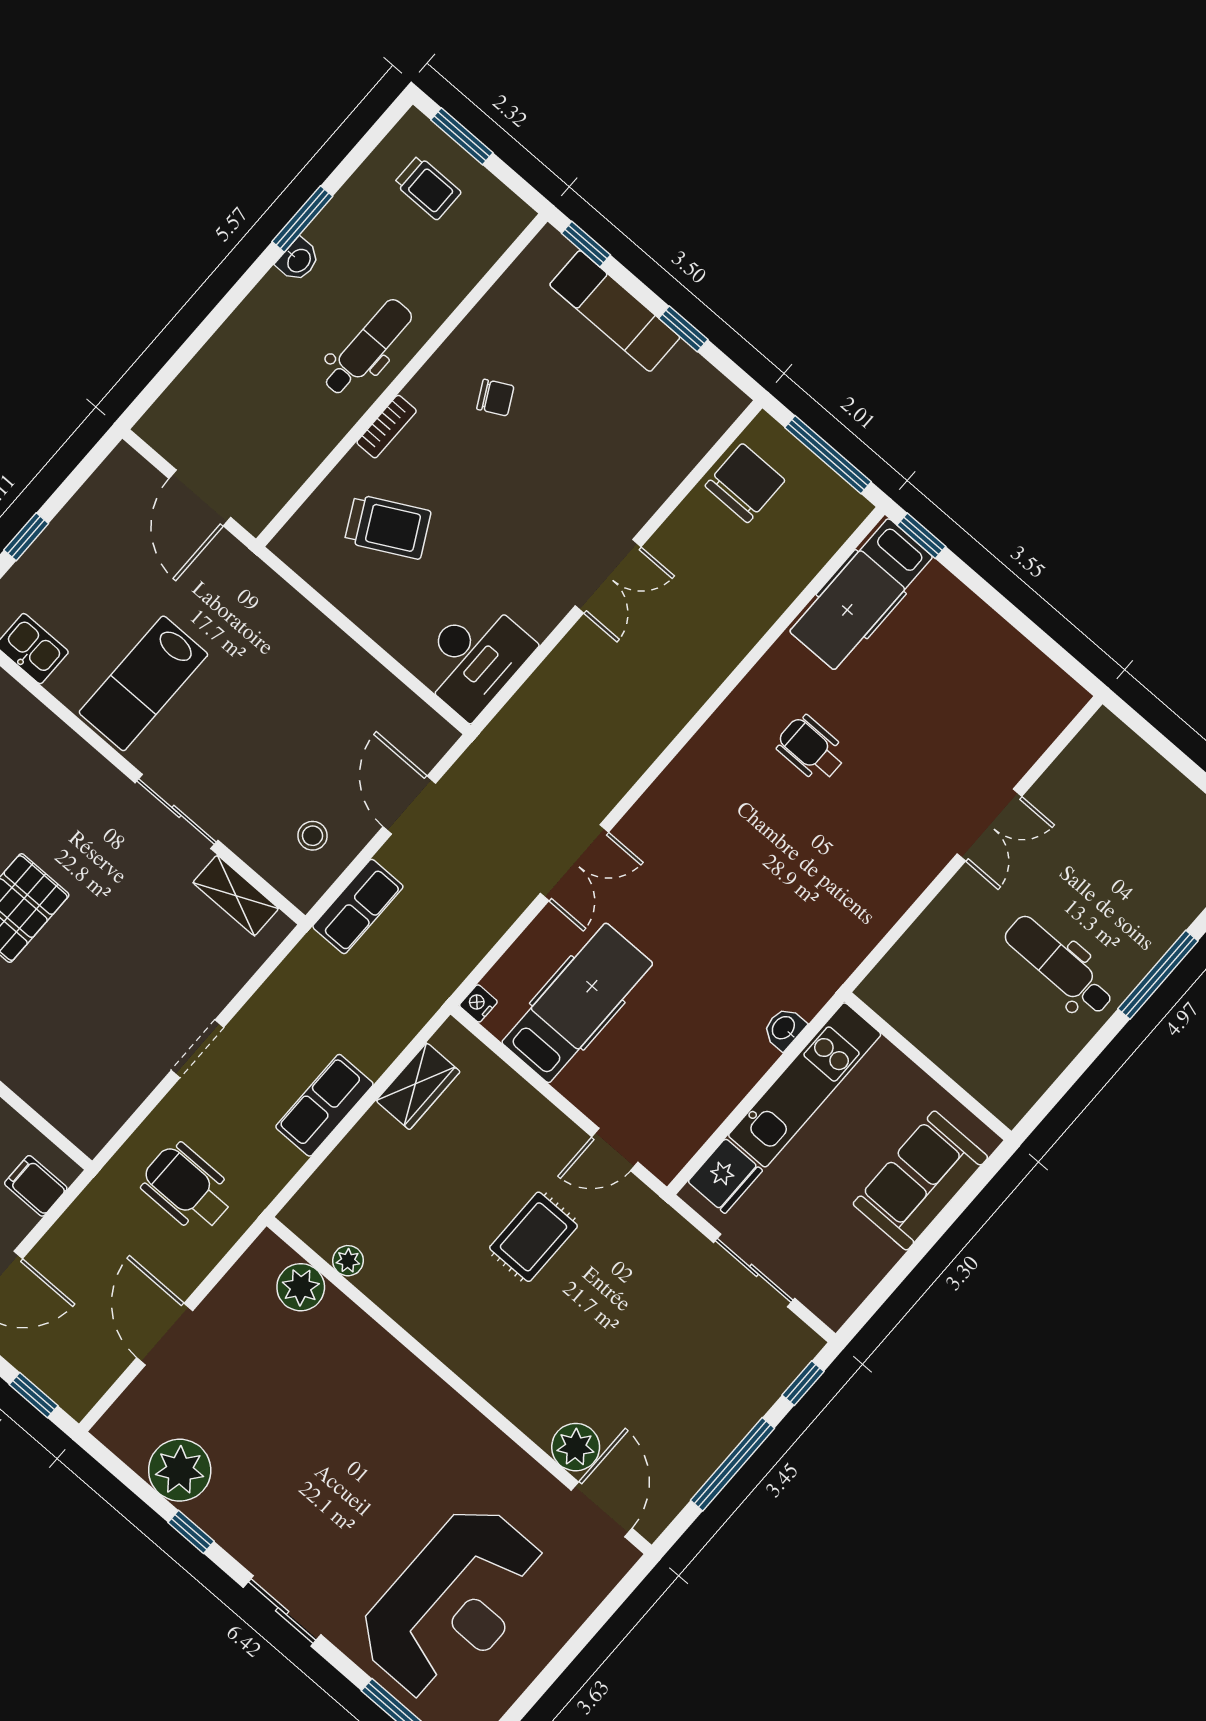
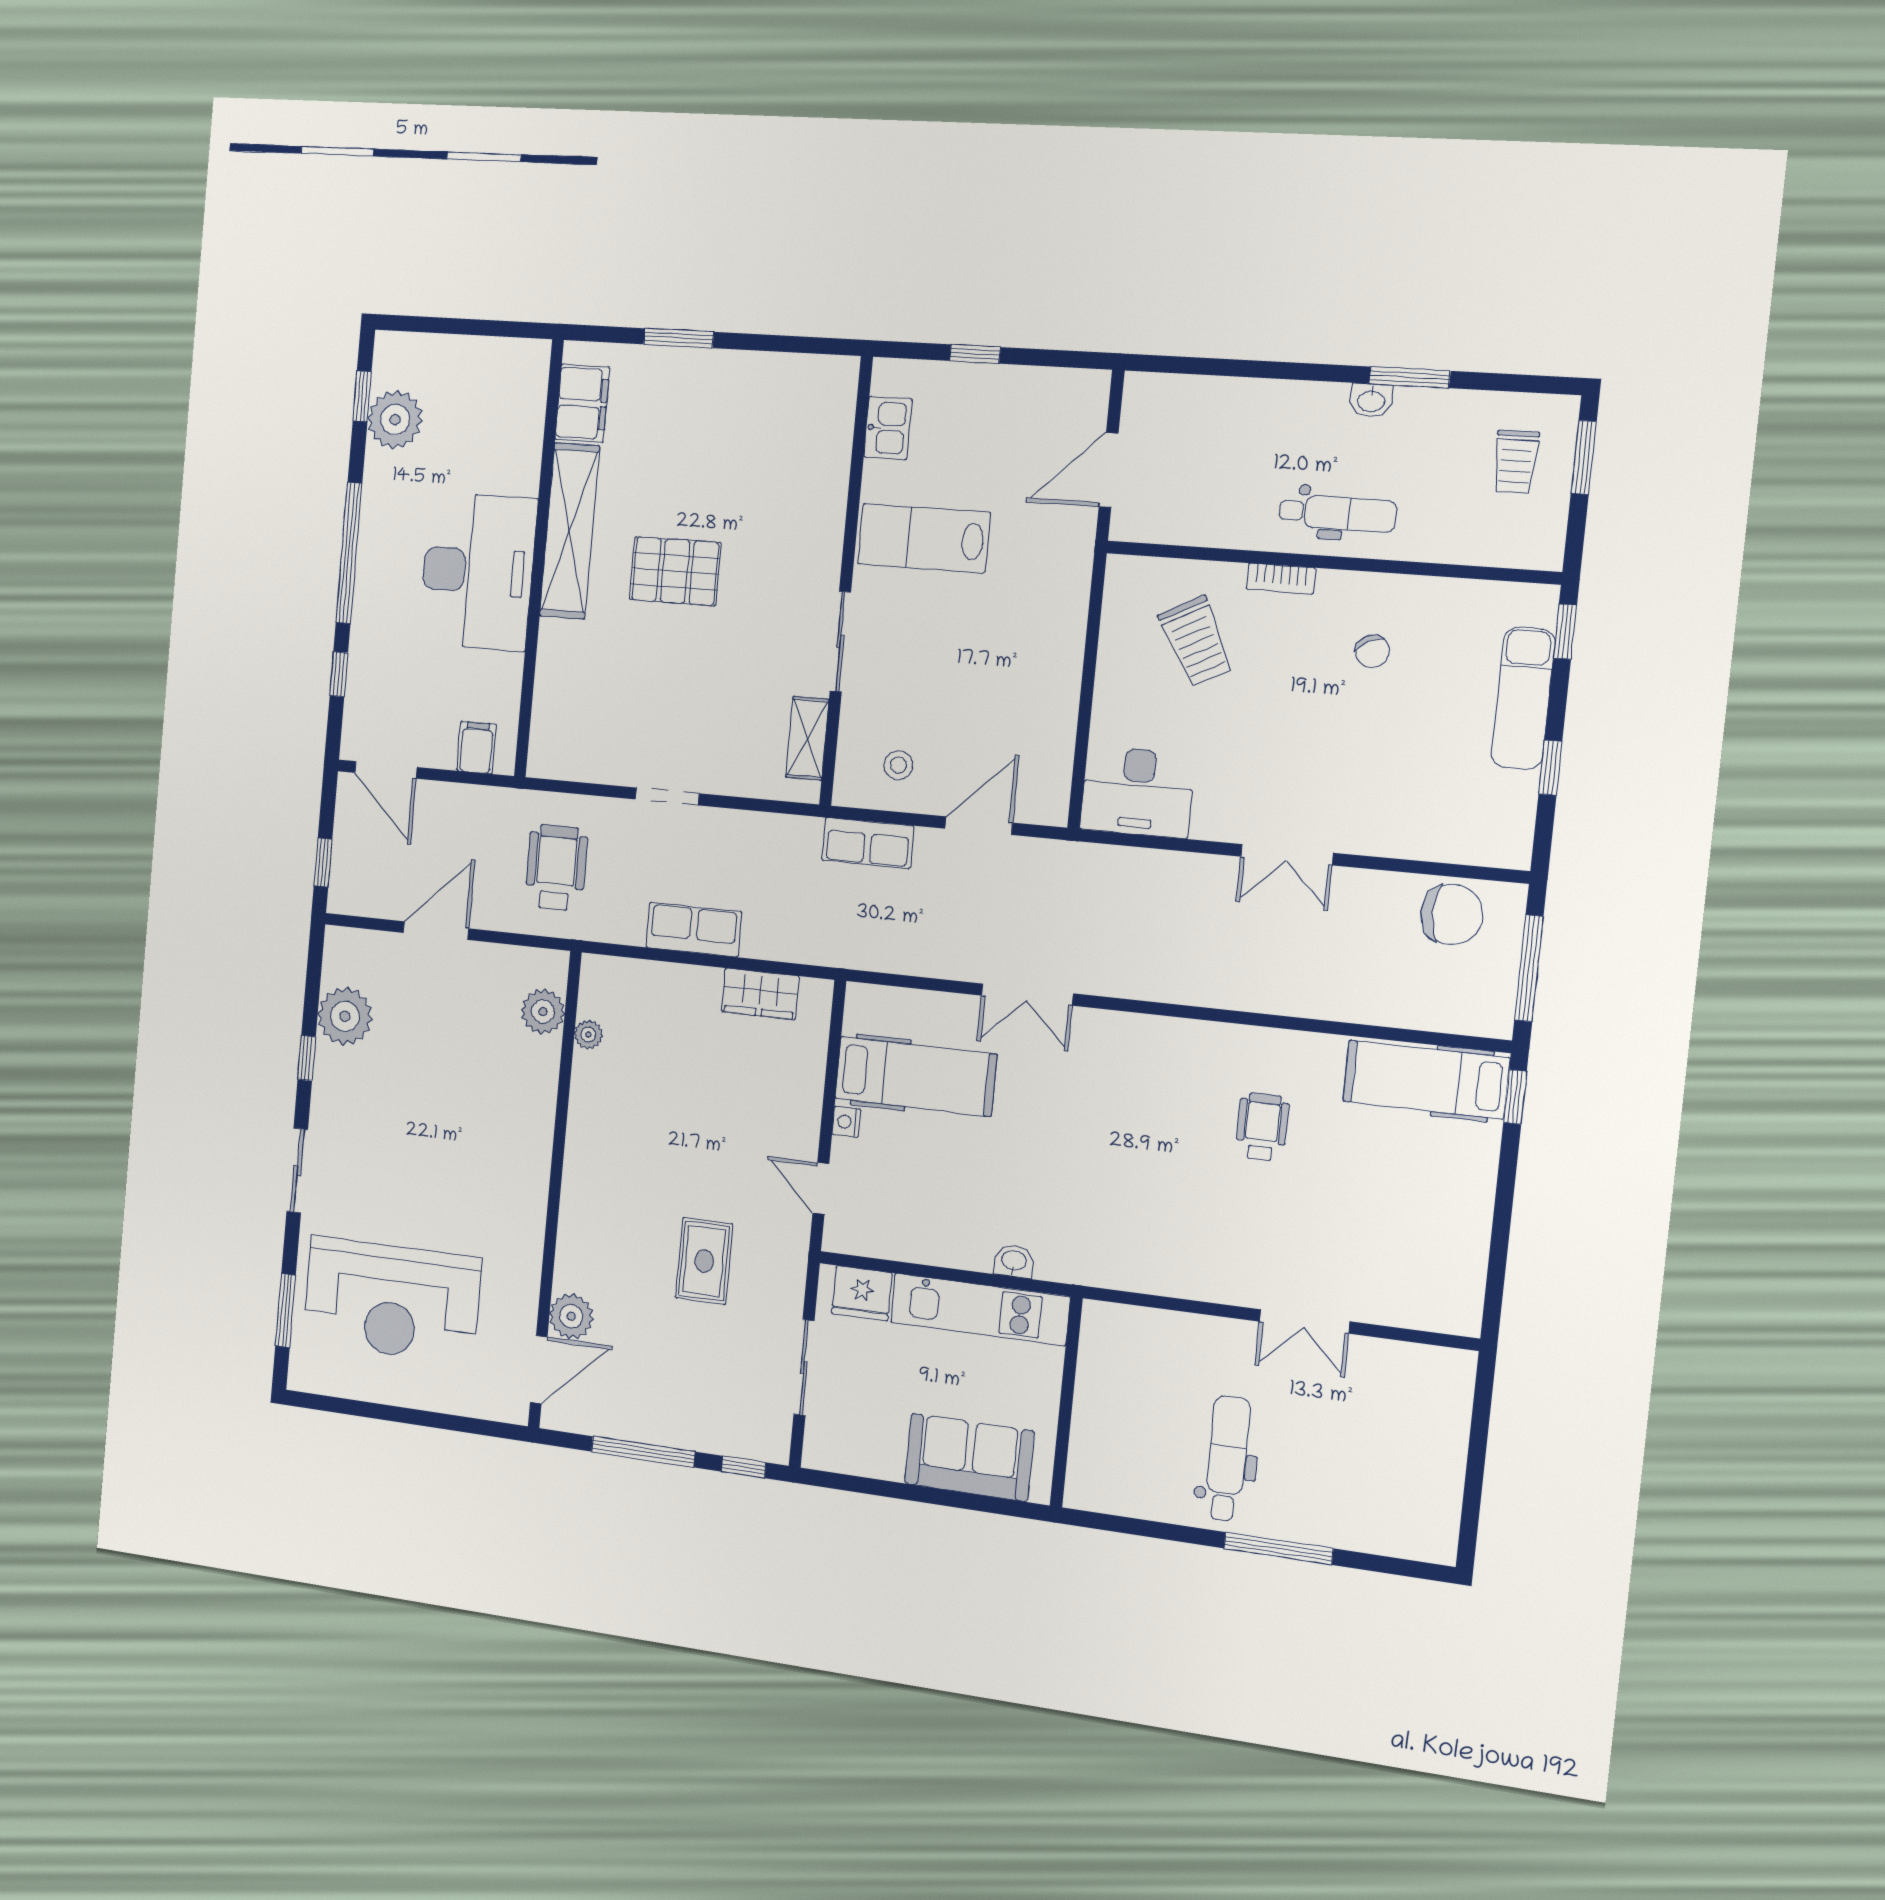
nightstand: (478, 1003) -> (846, 1122), moved, turned -90
rug: (534, 1237) -> (704, 1261), moved, turned 90

